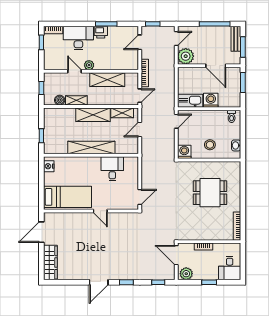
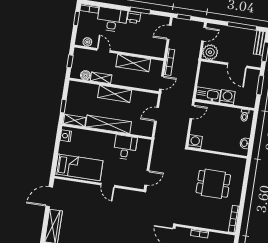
plant: (89, 65) -> (87, 42), moved
shelving: (122, 113) -> (75, 121), moved
stool: (210, 145) -> (220, 139), removed

